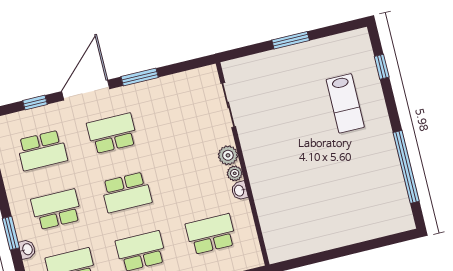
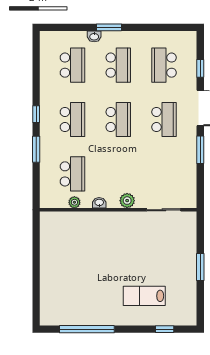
plant: (235, 173) -> (74, 202), moved
school desk: (126, 192) -> (118, 120), turned 180

